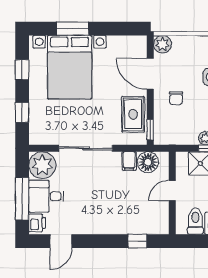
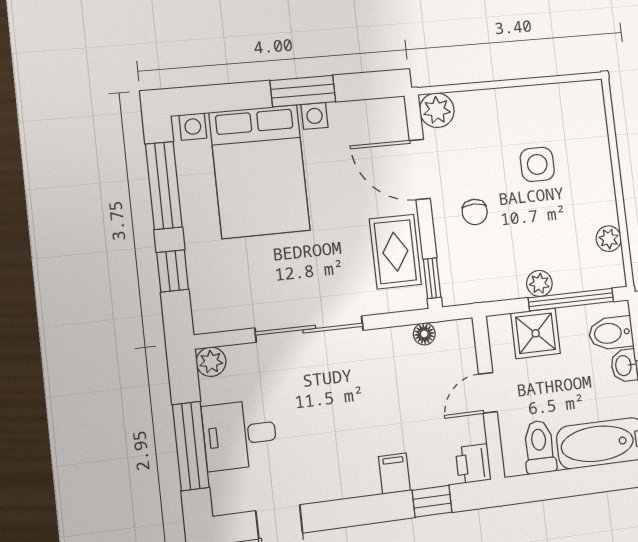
window: (73, 29) -> (303, 91), moved
window: (22, 70) -> (164, 186), width x2.17
filing cabinet: (129, 161) -> (394, 474), moved, turned 180
floor lamp: (148, 162) -> (424, 334), width x0.53, depth x0.53
plant: (42, 165) -> (211, 362), width x0.53, depth x0.53
printer: (37, 223) -> (473, 464), moved, turned 180

